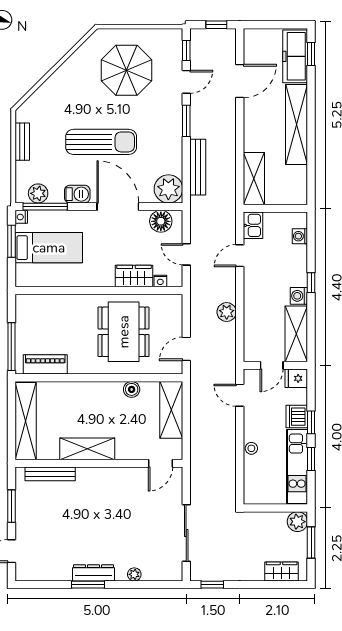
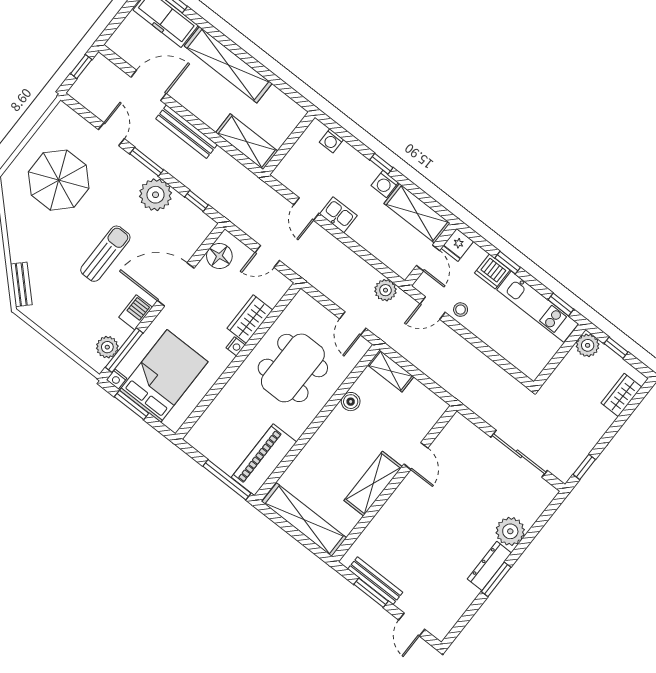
window: (186, 50) -> (196, 201), moved
door: (240, 81) -> (149, 85), hinge flipped
bench: (22, 142) -> (21, 284), moved, turned 45
sun lounger: (101, 142) -> (105, 254), width x0.73, depth x0.75
bench: (198, 167) -> (186, 132), moved
plant: (168, 189) -> (156, 195), moved
kitchen sink: (253, 225) -> (338, 215), moved
bed: (49, 248) -> (164, 376), width x1.50
nightstand: (160, 281) -> (236, 346), moved
plant: (227, 312) -> (385, 290), moved
dining table: (124, 332) -> (293, 368), turned 90
piano: (45, 364) -> (264, 460), width x1.37, depth x1.33
shelving: (171, 410) -> (391, 371), width x0.67, depth x0.75
stool: (251, 448) -> (461, 310), moved
window: (311, 459) -> (561, 305), moved
door: (160, 463) -> (416, 456), moved
bench: (50, 474) -> (375, 581), moved, turned 90
window: (311, 542) -> (616, 348), width x0.67
plant: (134, 574) -> (510, 531), width x1.88, depth x1.88

